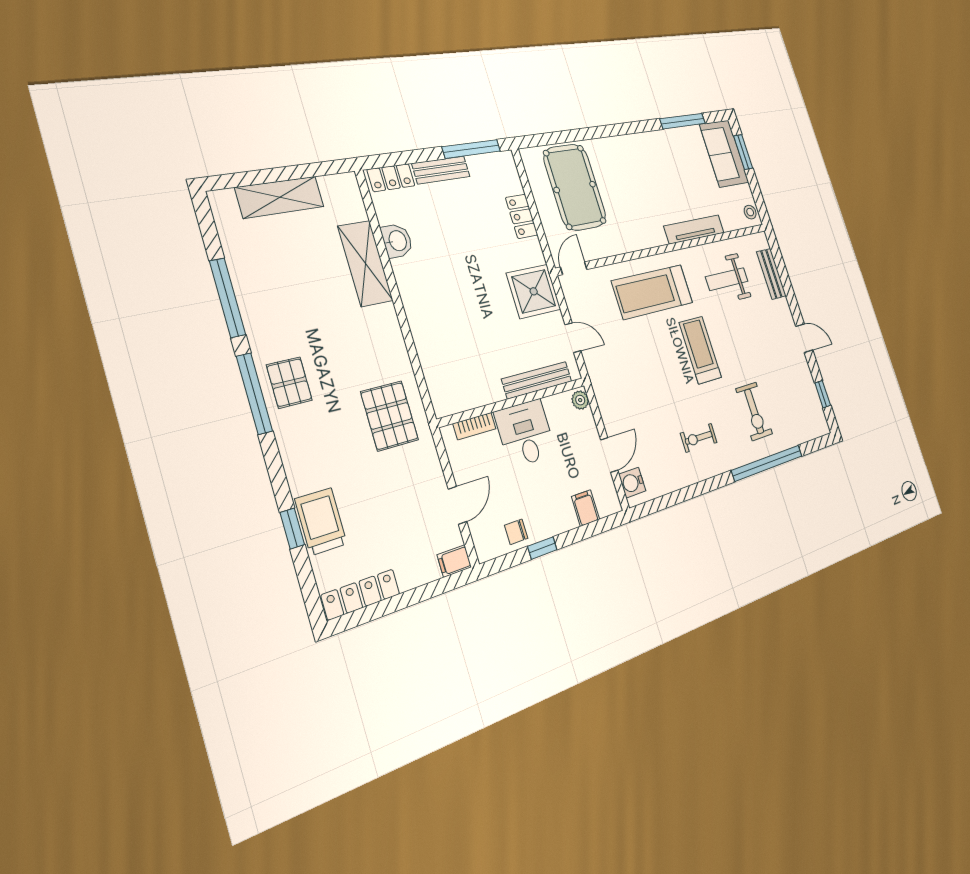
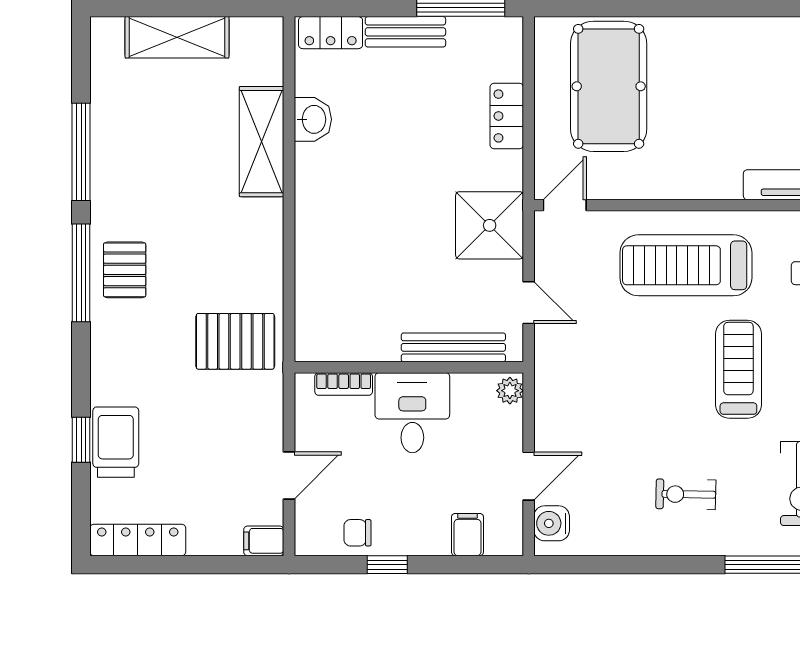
pallet: (390, 416) -> (235, 341), turned 90

